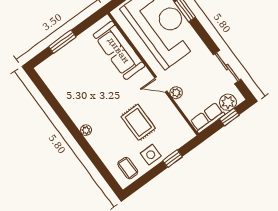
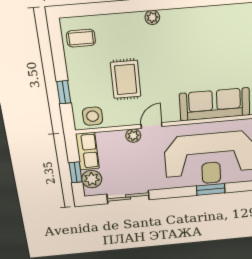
rug: (138, 122) -> (126, 79), turned 90
side table: (151, 155) -> (93, 116), moved

